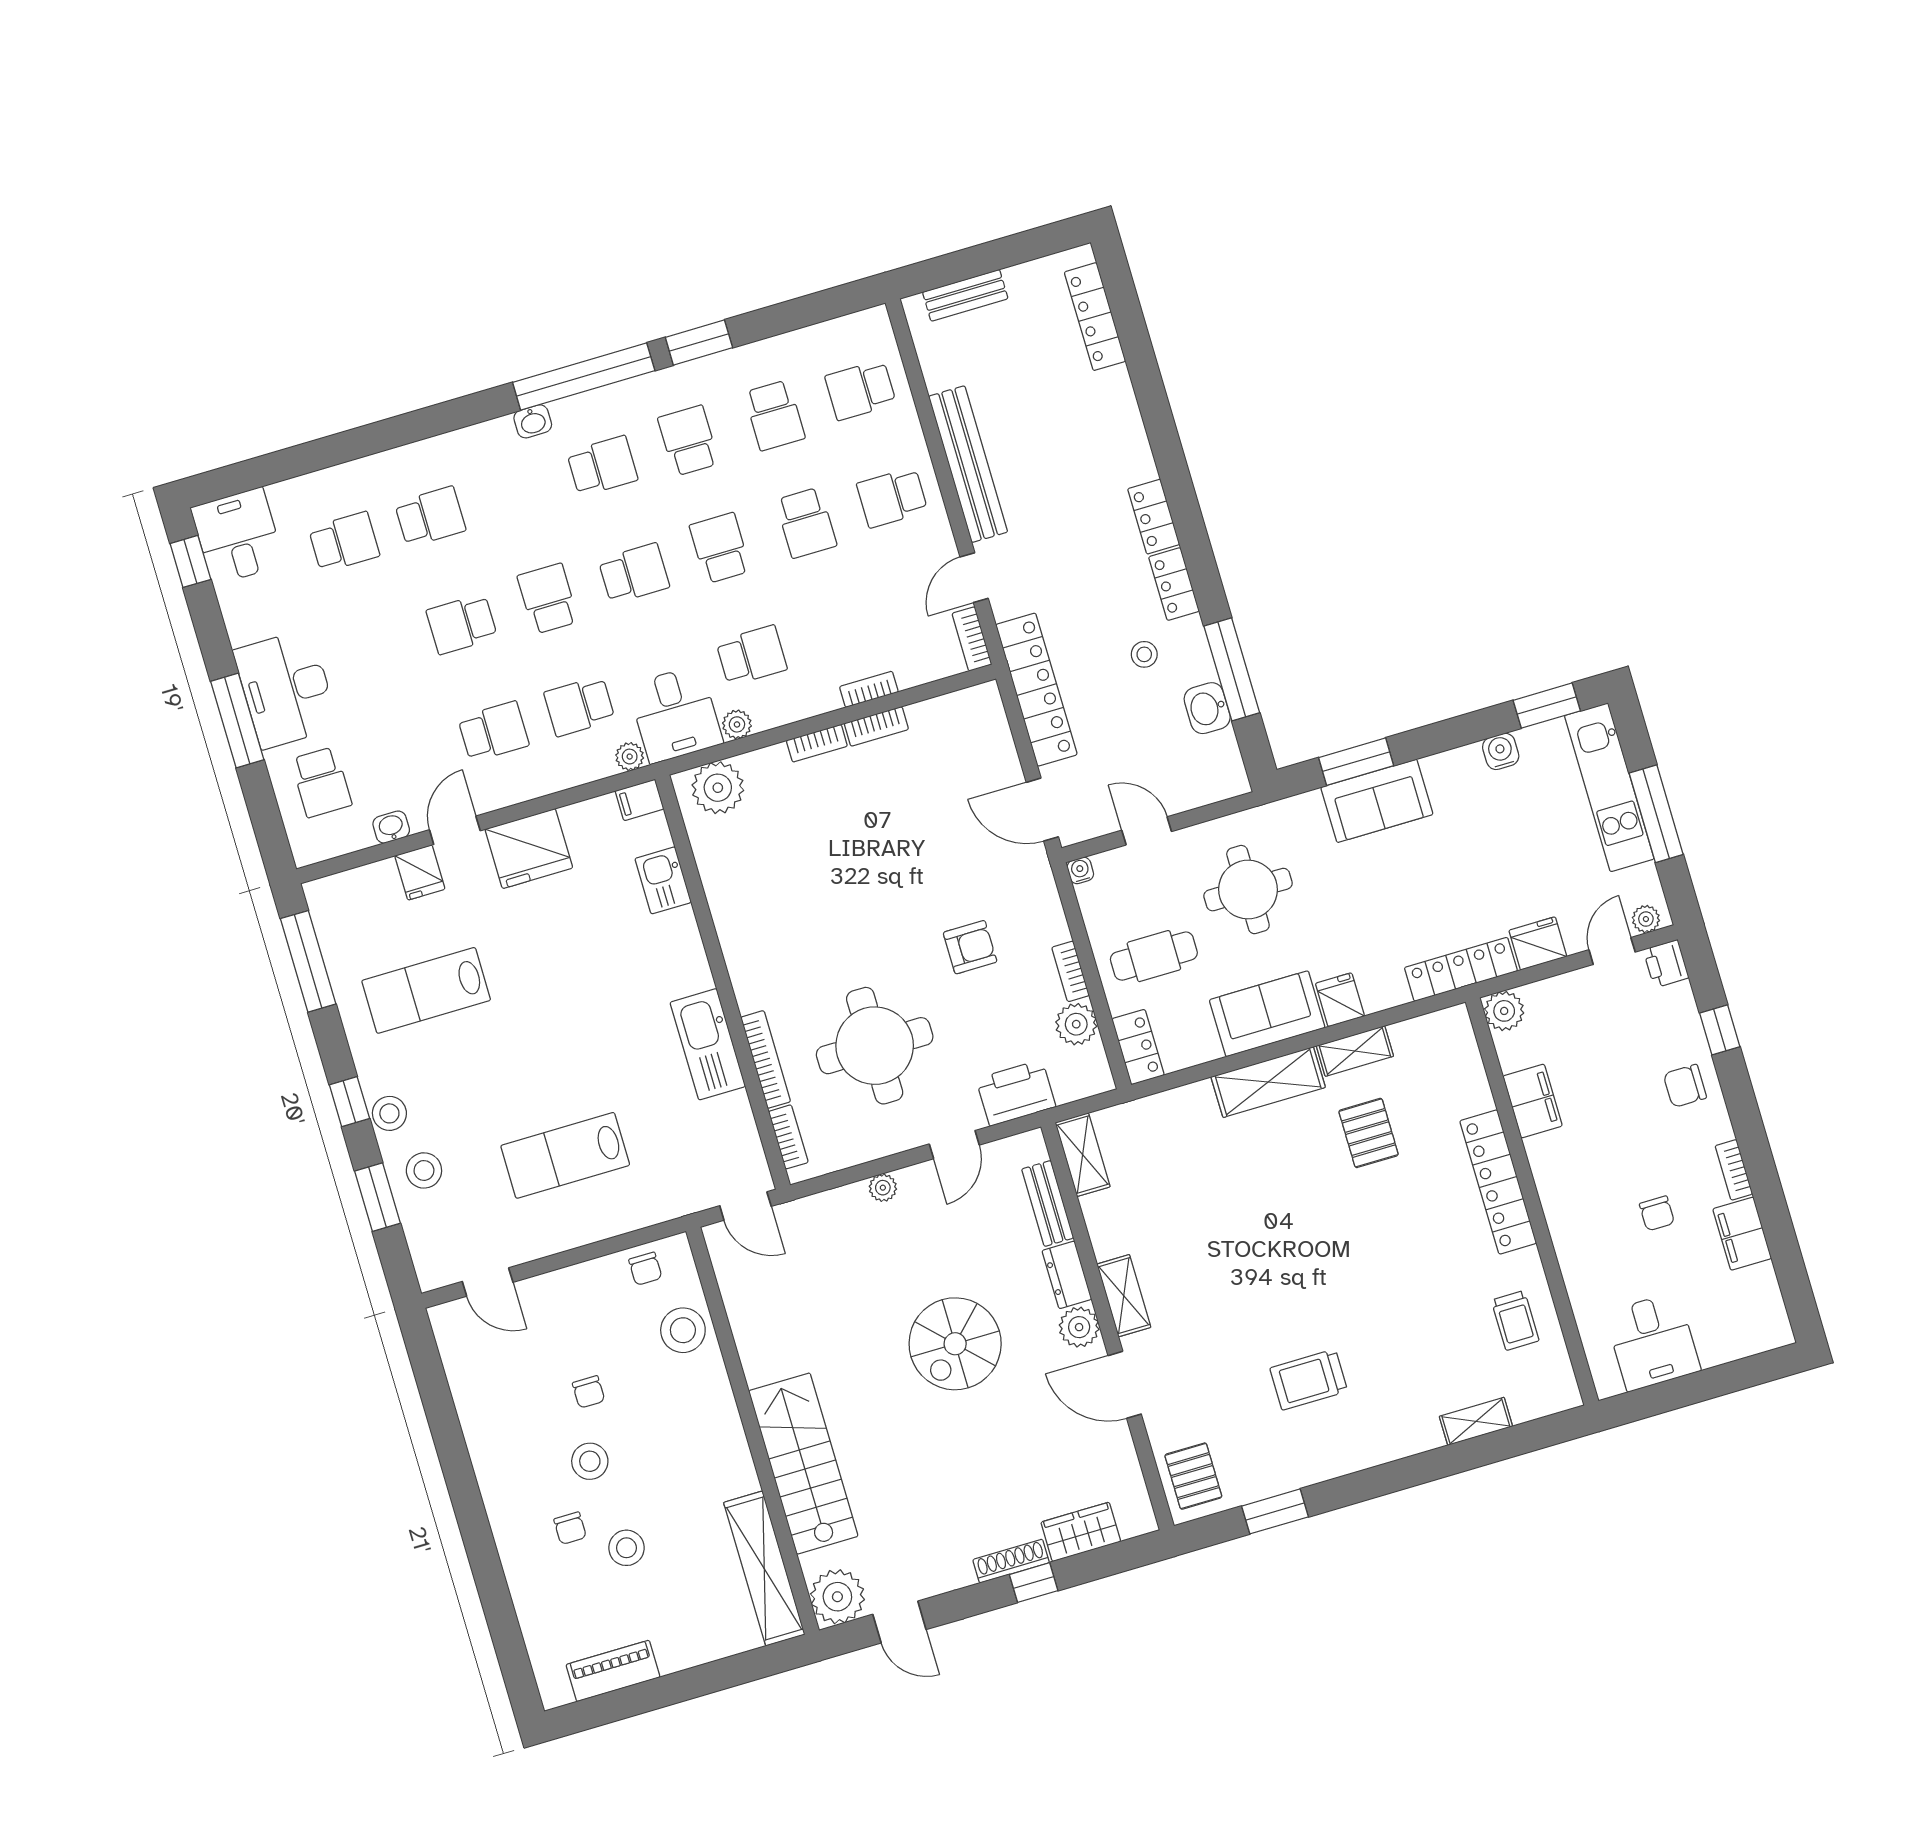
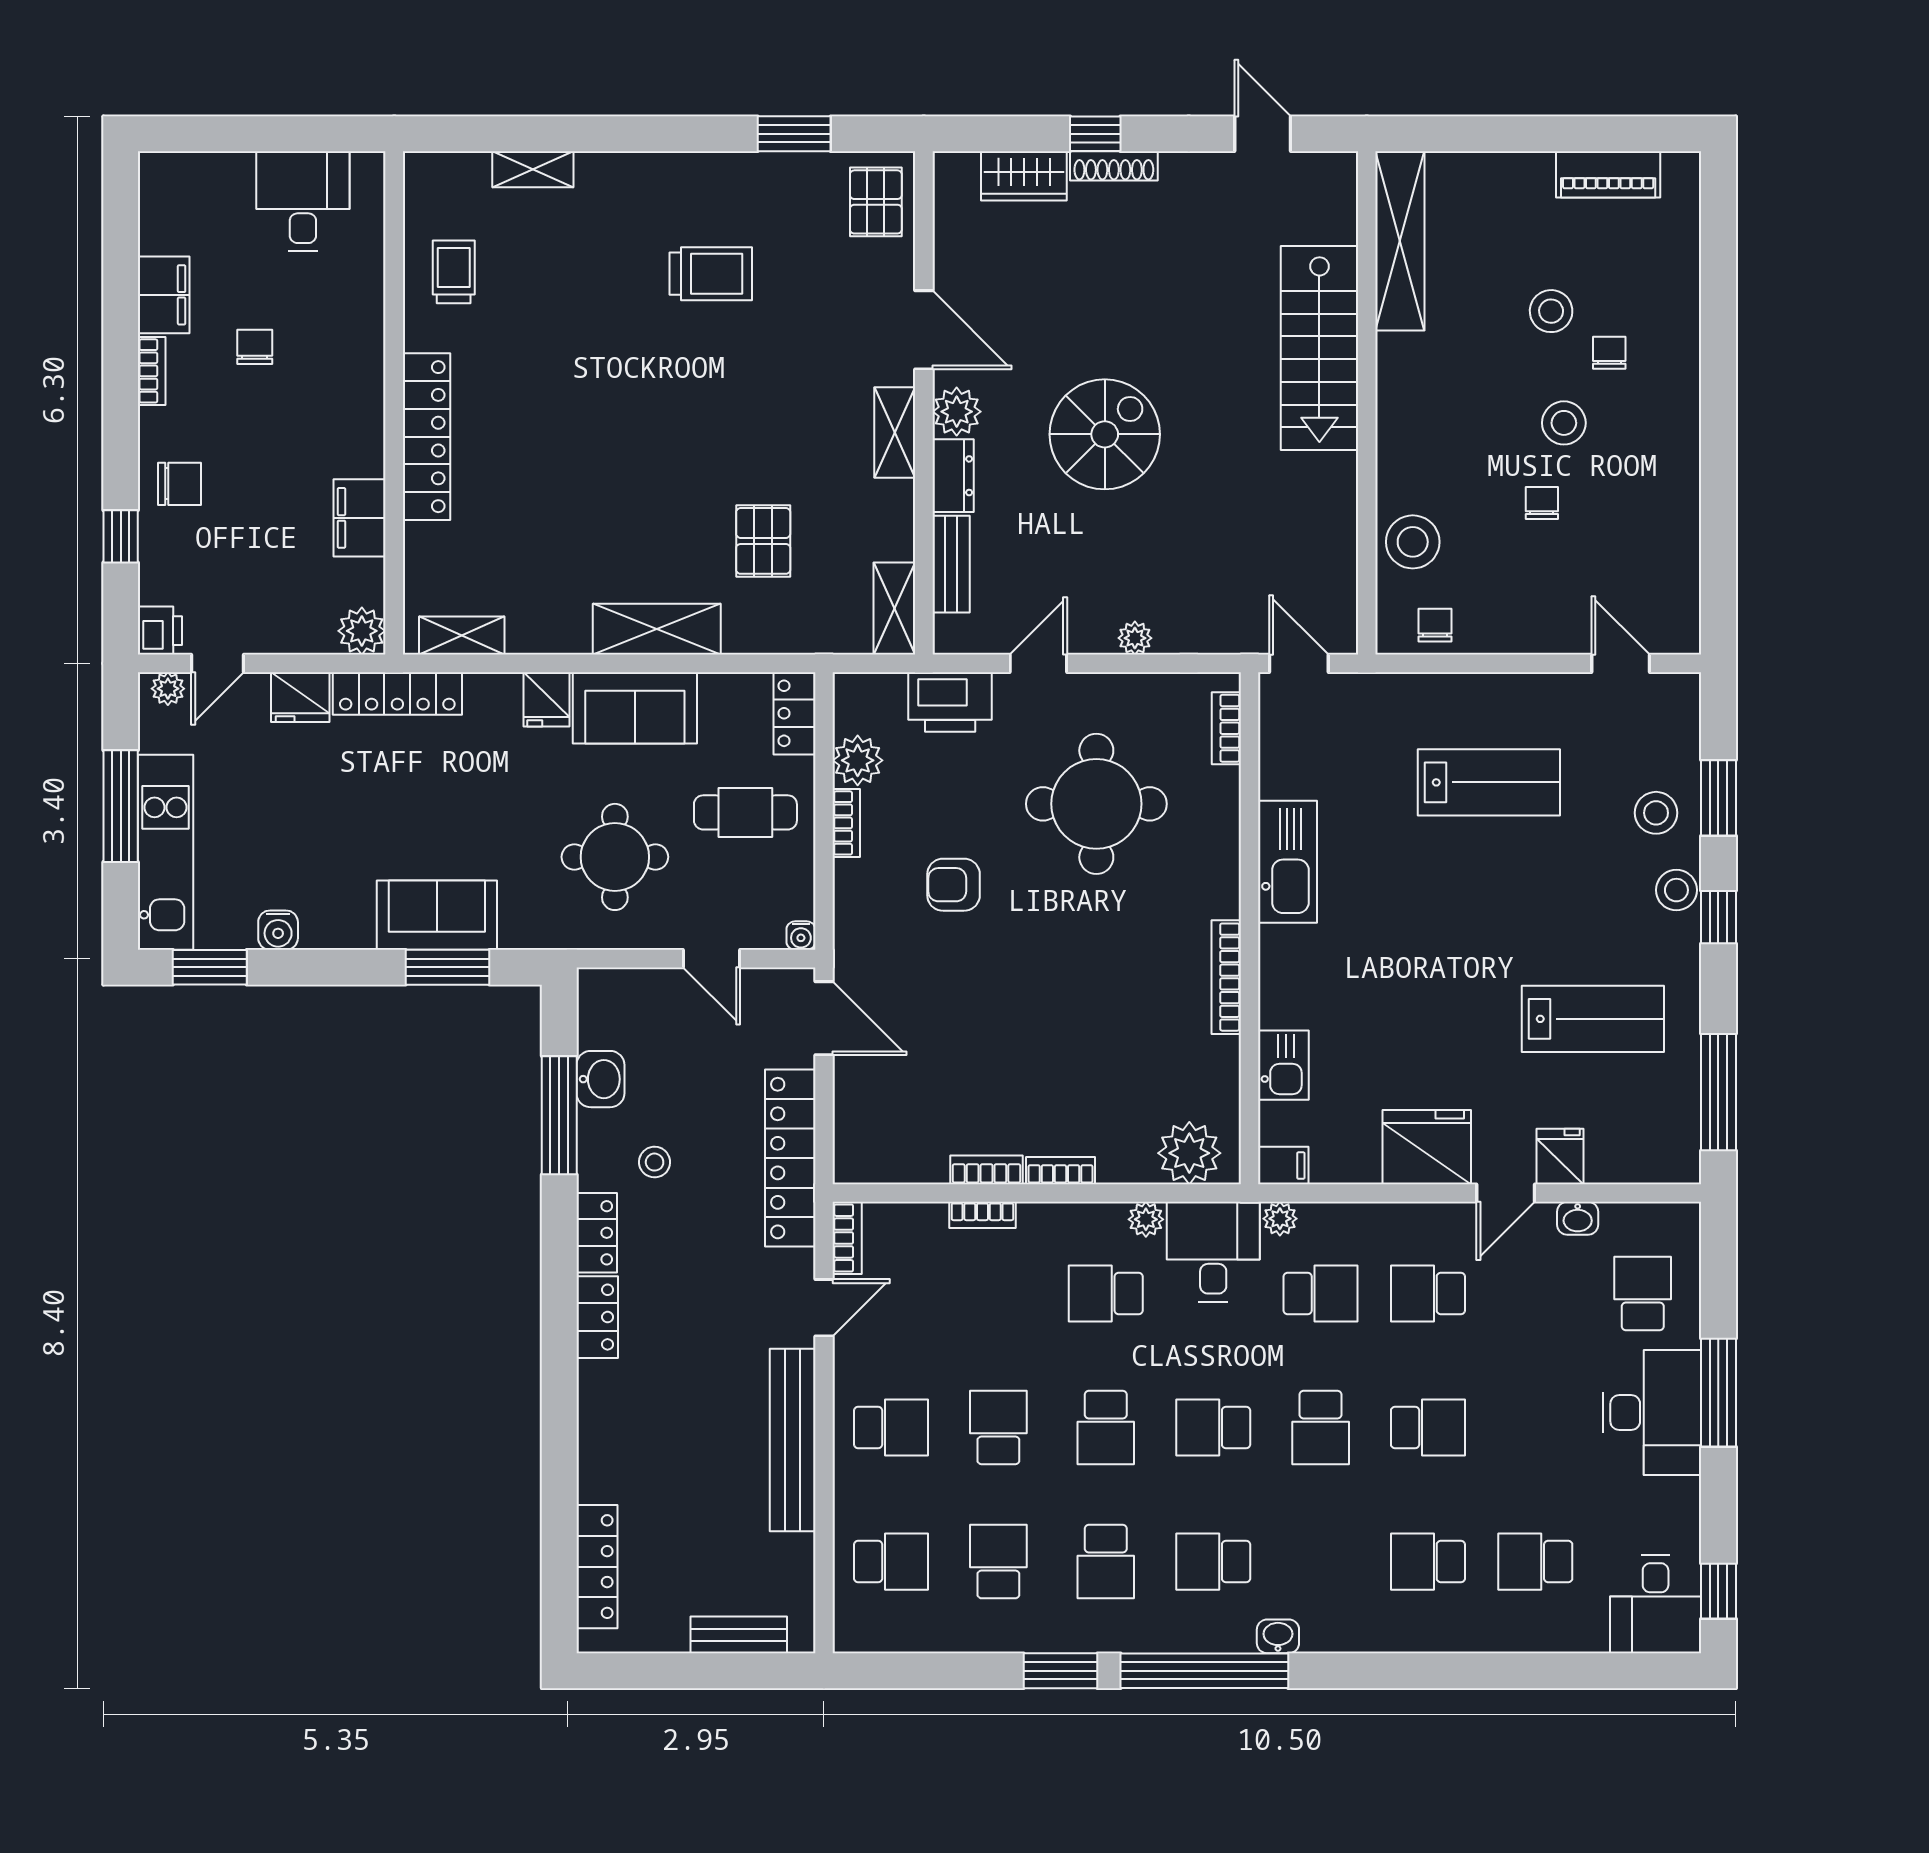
shelving: (1355, 1051) -> (462, 635), moved
bookcase: (766, 1059) -> (1226, 977), moved
pallet: (1369, 1133) -> (763, 541), moved
plant: (837, 1597) -> (1325, 184), removed

